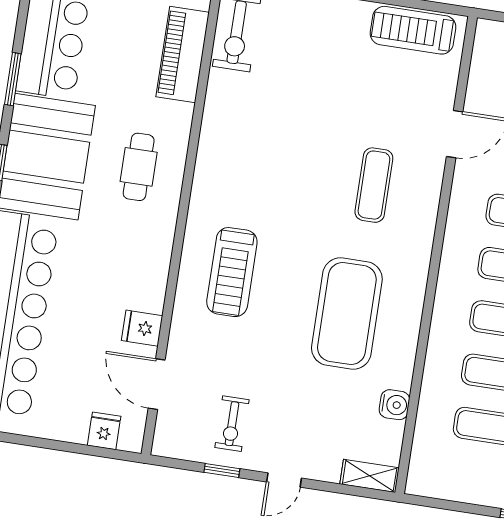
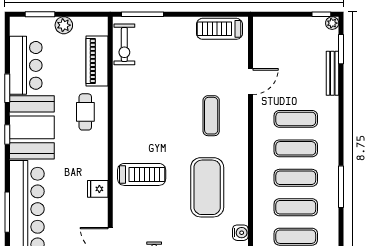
cafe table: (139, 167) -> (85, 112), moved
treadmill: (232, 272) -> (142, 174), turned -90
fridge: (142, 328) -> (98, 189), moved

